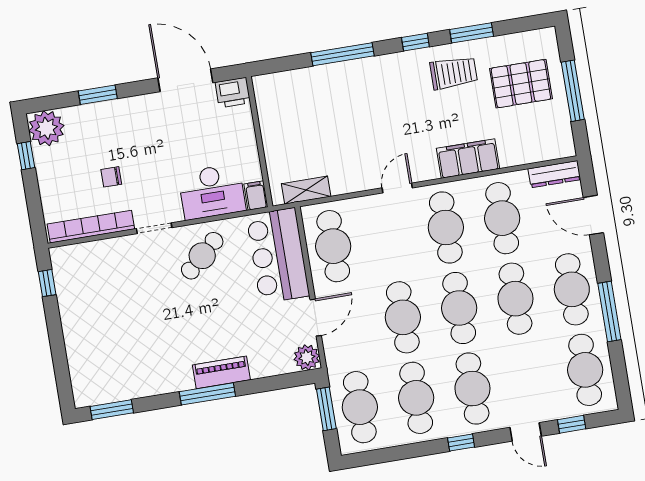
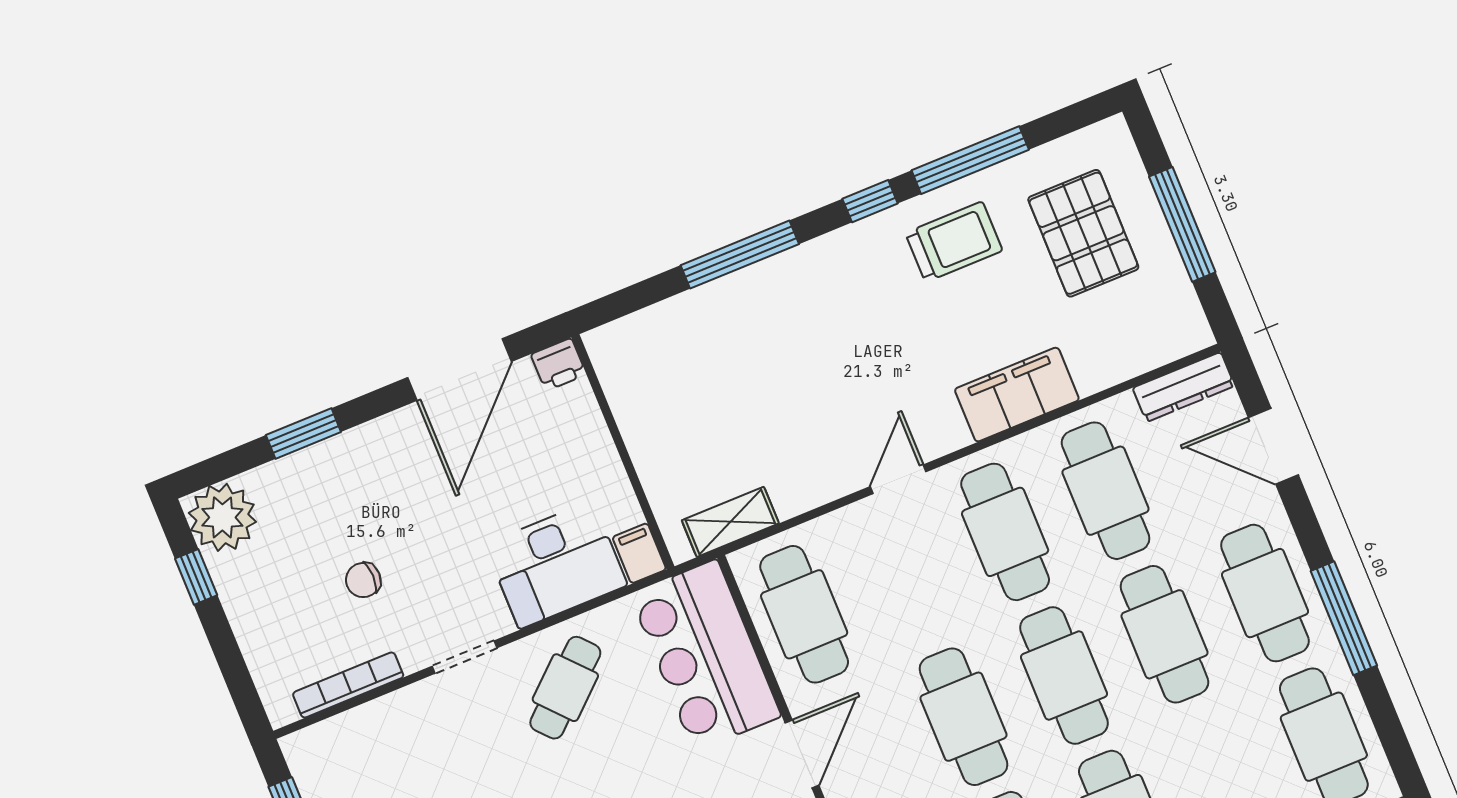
window: (472, 33) -> (970, 160), width x1.44
door: (185, 80) -> (459, 370), swing flipped
pallet: (521, 84) -> (1083, 233), turned 90
printer: (233, 93) -> (559, 364), width x0.73, depth x0.81
bookcase: (91, 227) -> (348, 685), width x0.68, depth x0.76

